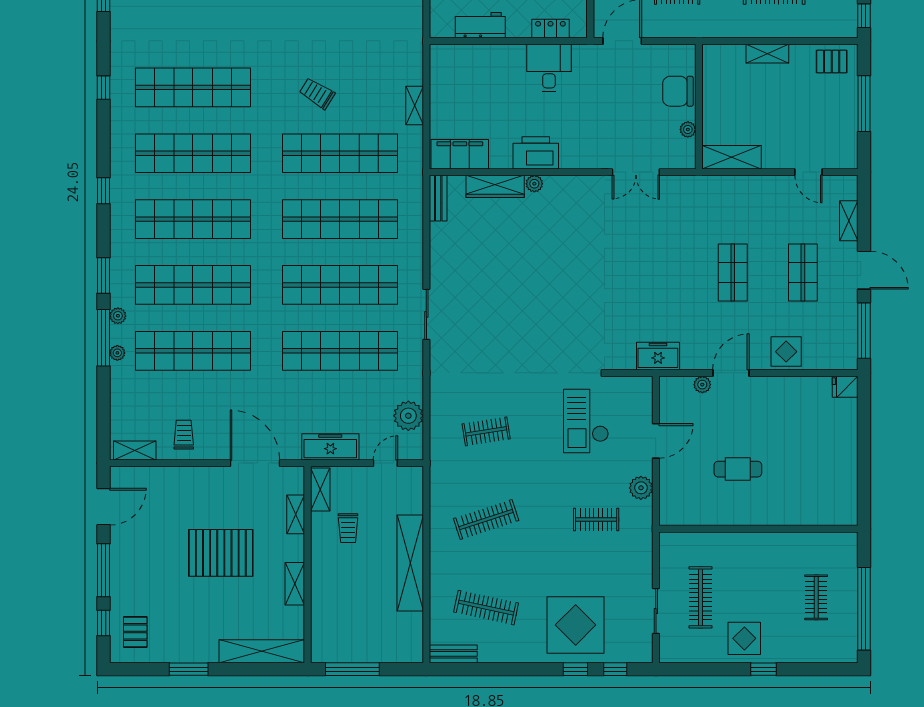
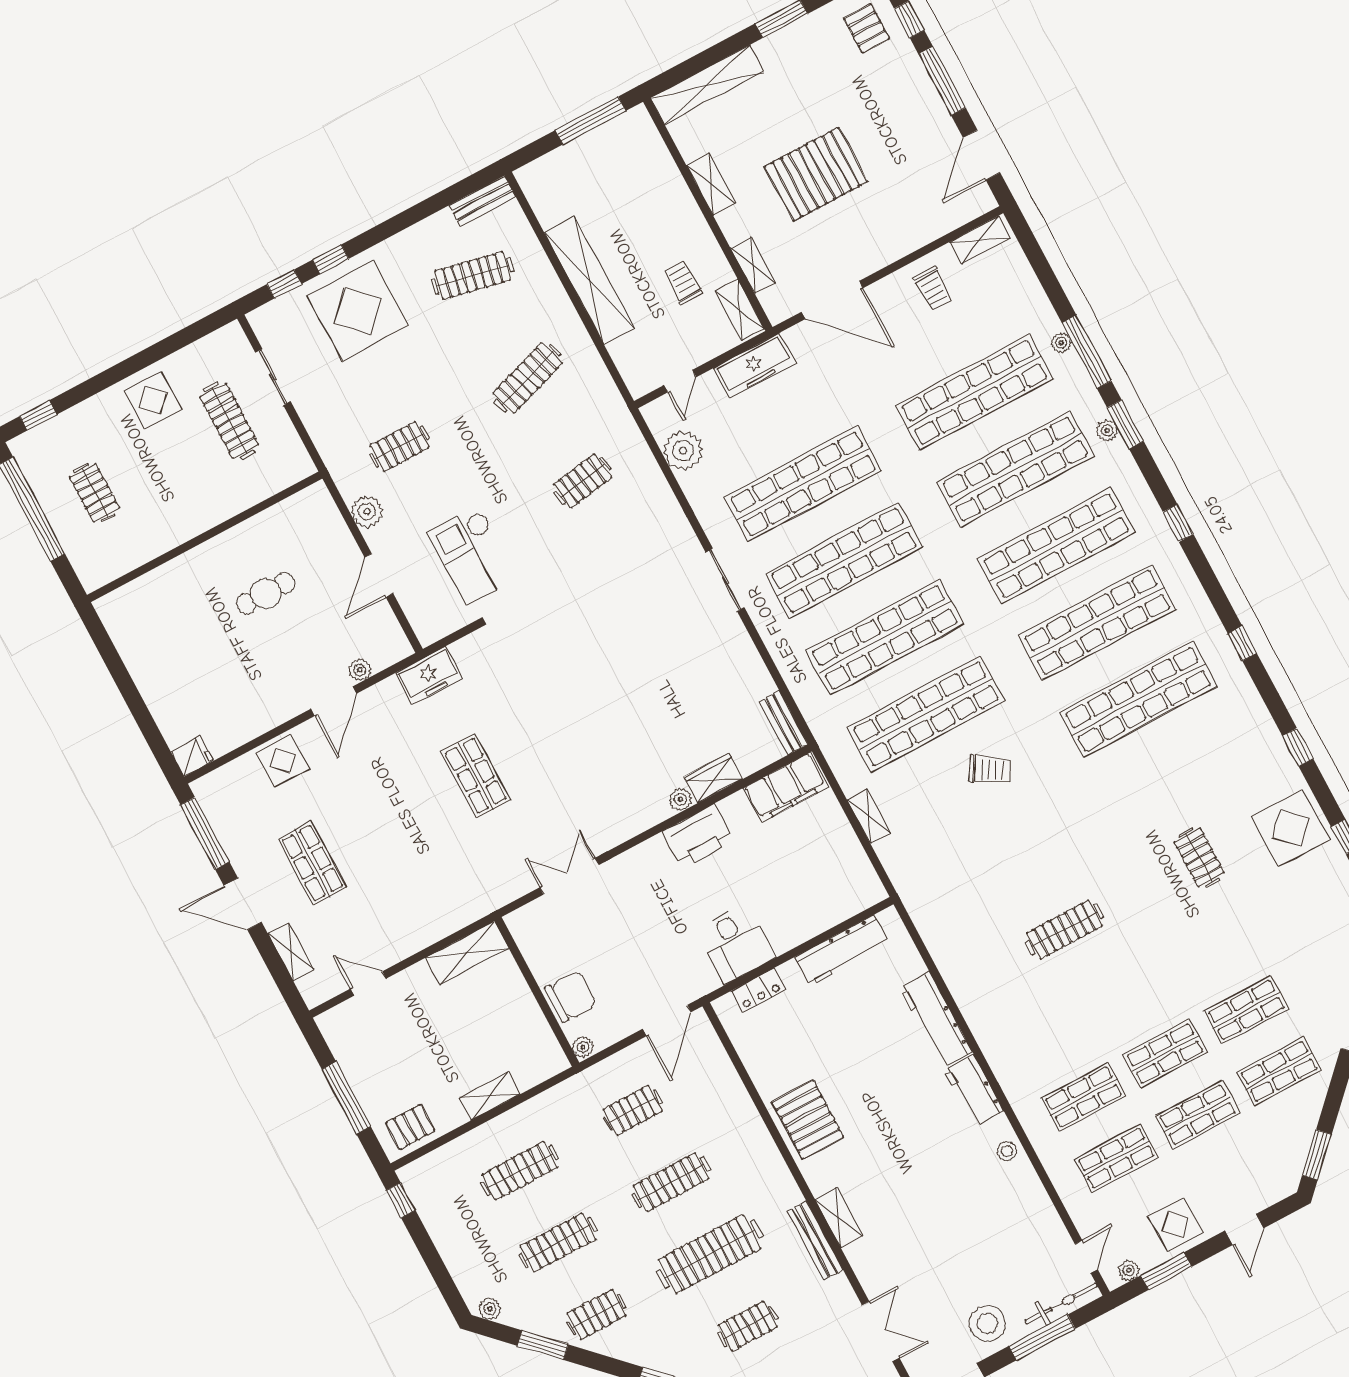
workbench: (480, 25) -> (842, 951), width x1.38
plant: (688, 129) -> (583, 1047), moved
wardrobe: (495, 186) -> (713, 778), width x0.67
shop shelf: (733, 273) -> (476, 776), moved
plant: (118, 316) -> (1107, 430), moved
checkout: (586, 421) -> (473, 555), turned 180
window: (763, 669) -> (38, 415), moved

